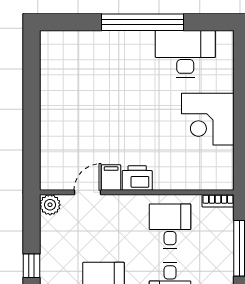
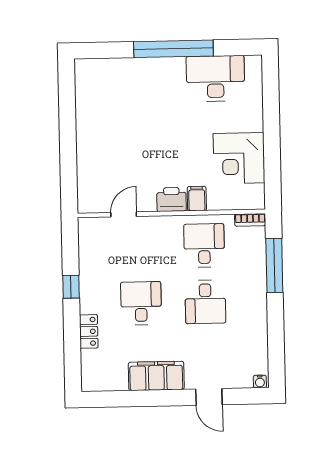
corner desk: (208, 119) -> (239, 158), moved
filing cabinet: (111, 177) -> (197, 199), moved
plant: (50, 205) -> (88, 227), removed

